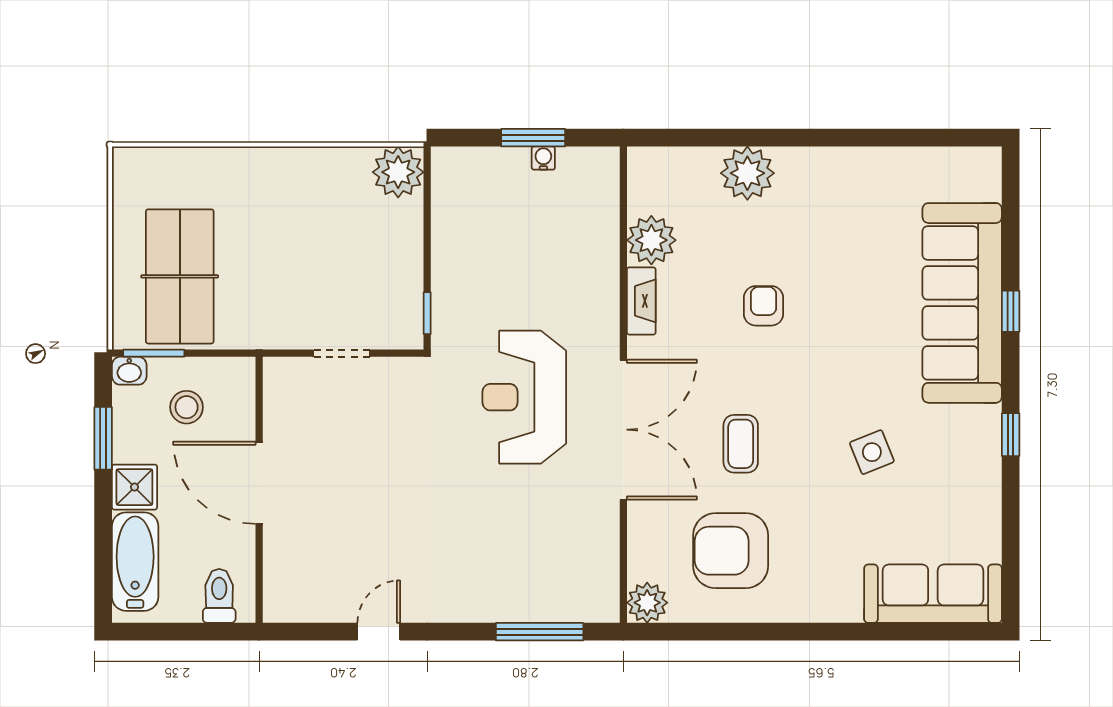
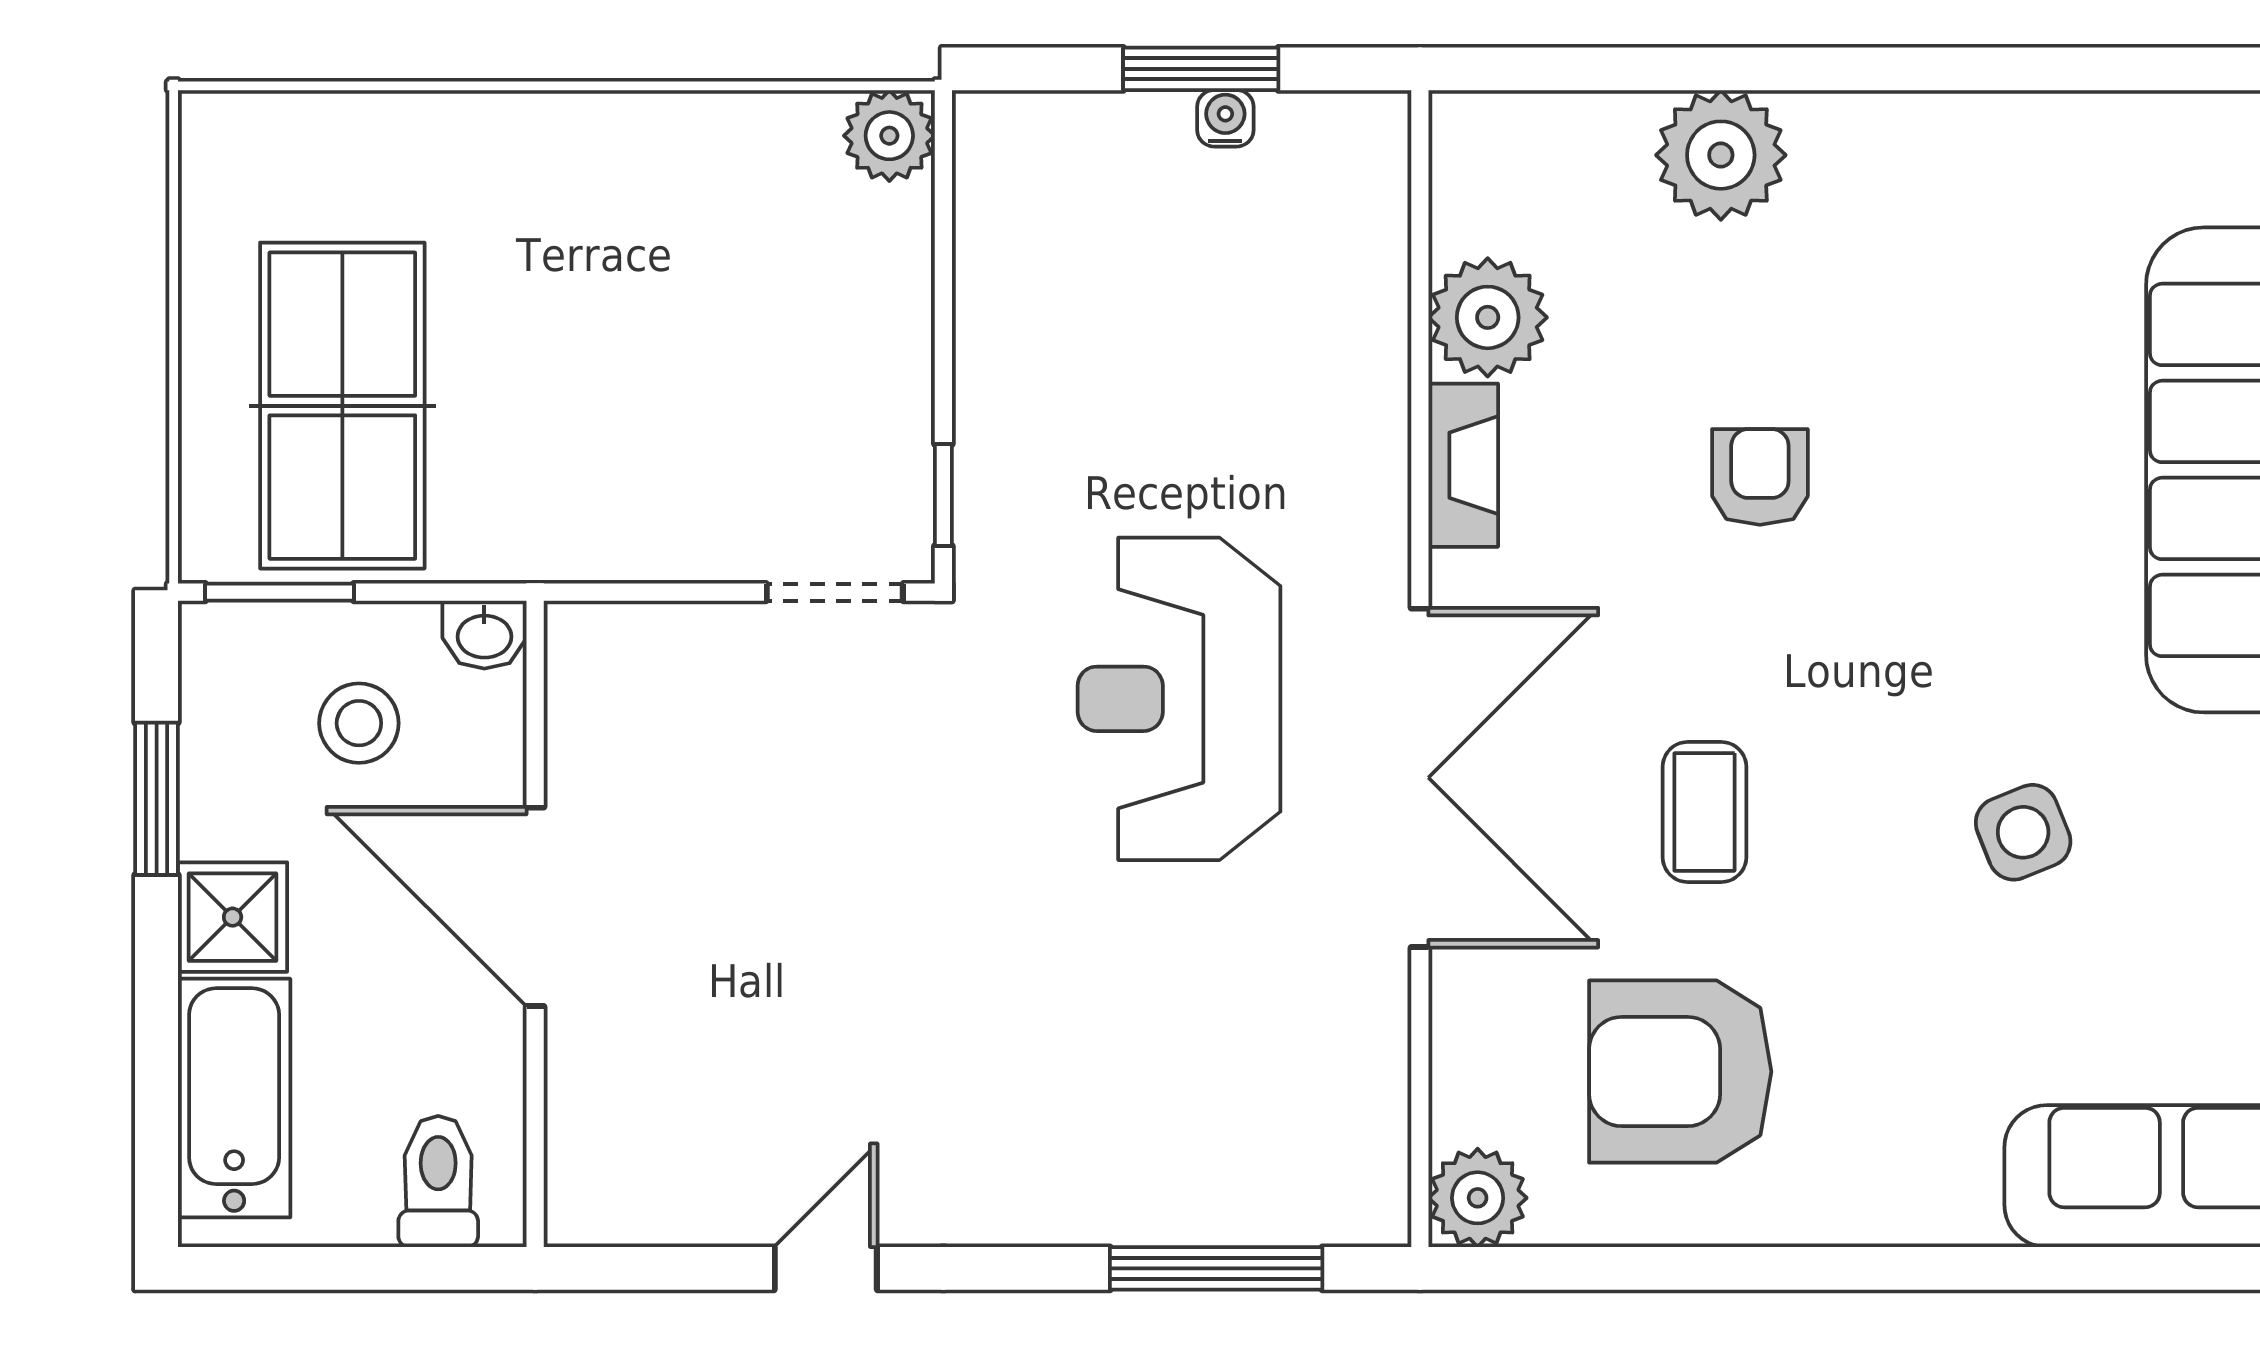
plant: (398, 172) -> (889, 136), width x0.73, depth x0.73
doorway: (342, 353) -> (835, 592), moved
washbasin: (129, 371) -> (484, 635), moved

